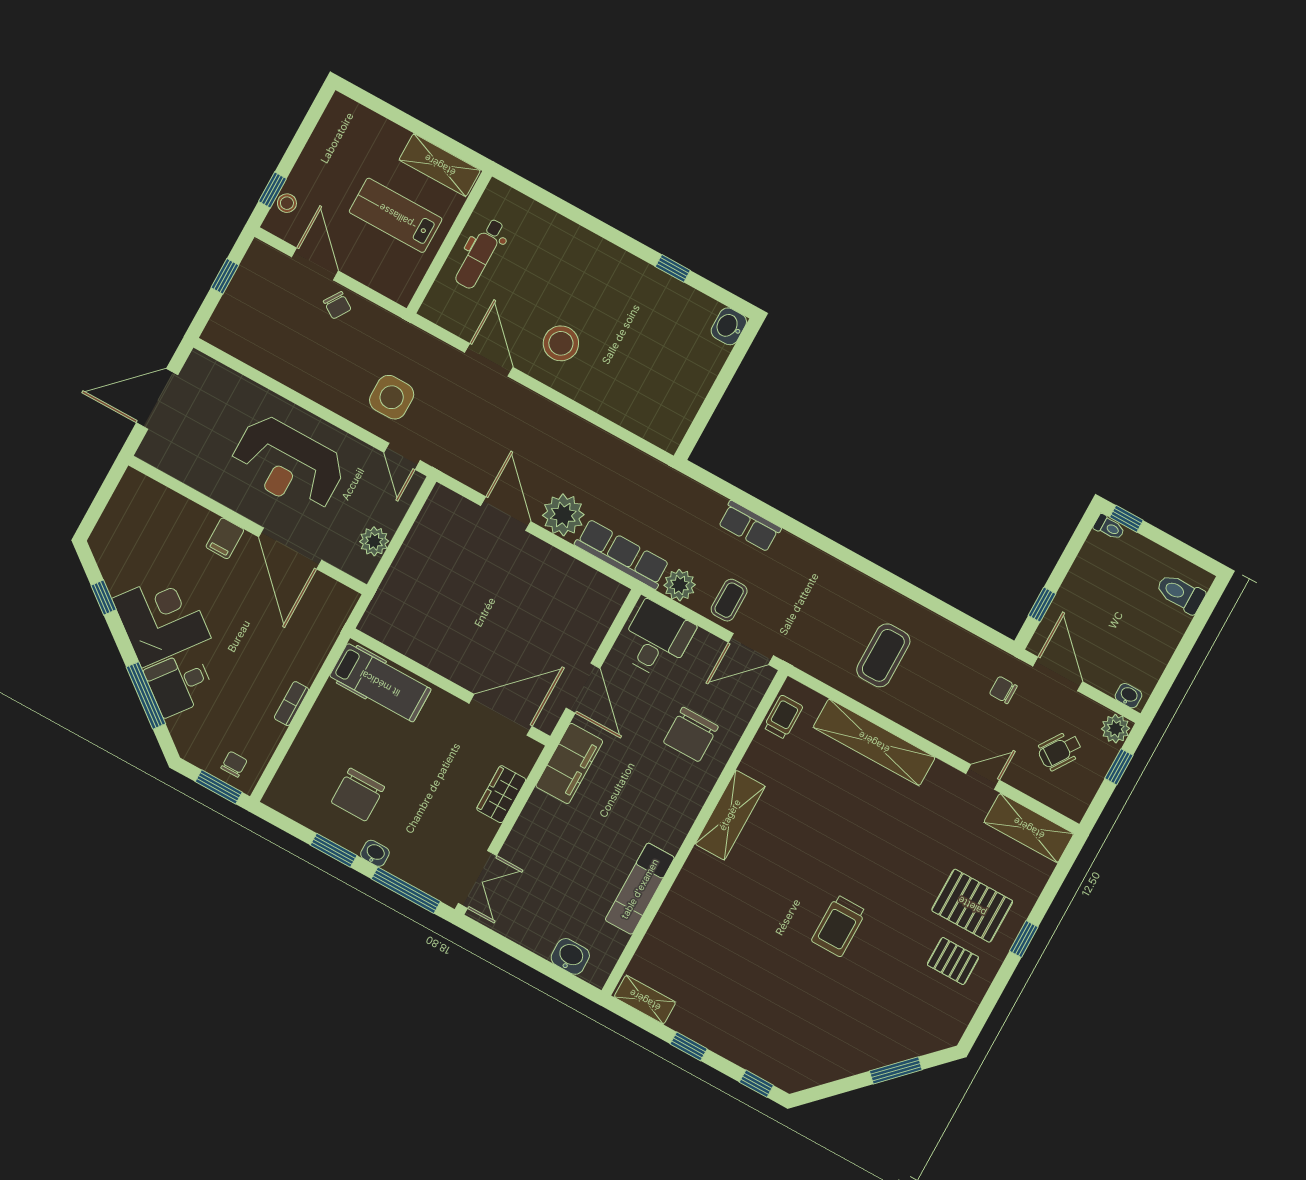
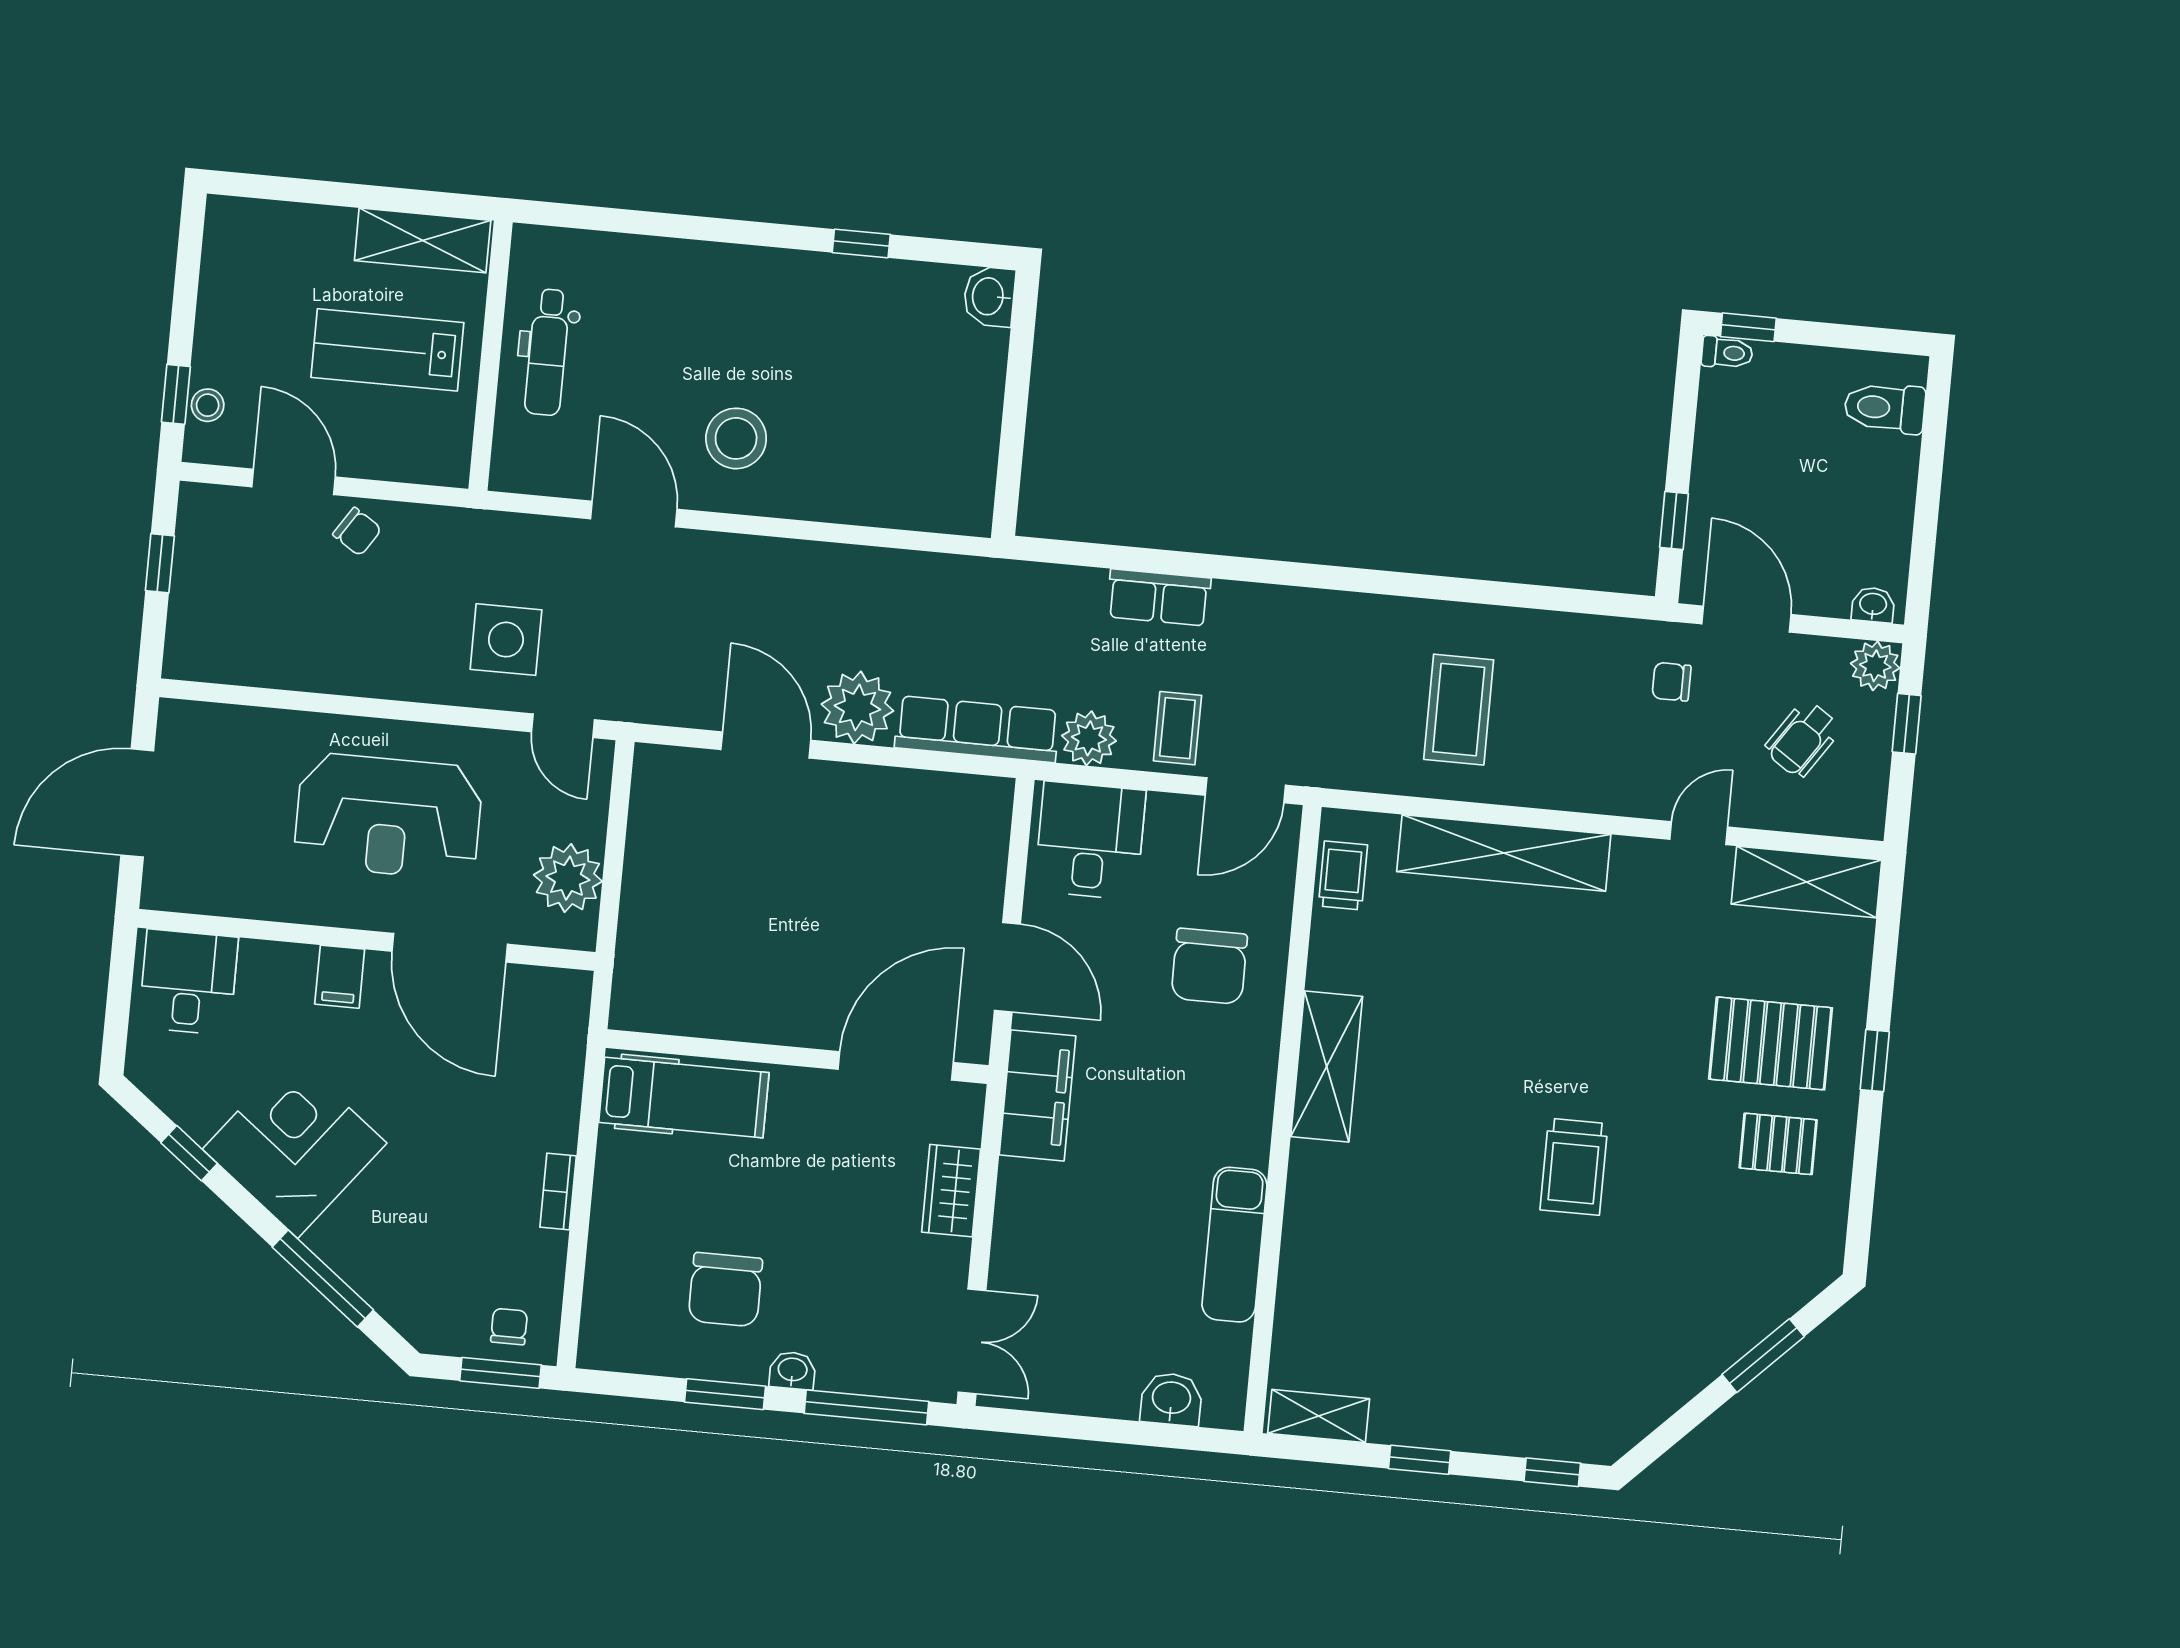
plant: (374, 541) -> (568, 878), width x1.36, depth x1.36
desk: (180, 683) -> (188, 982), moved, turned 142

